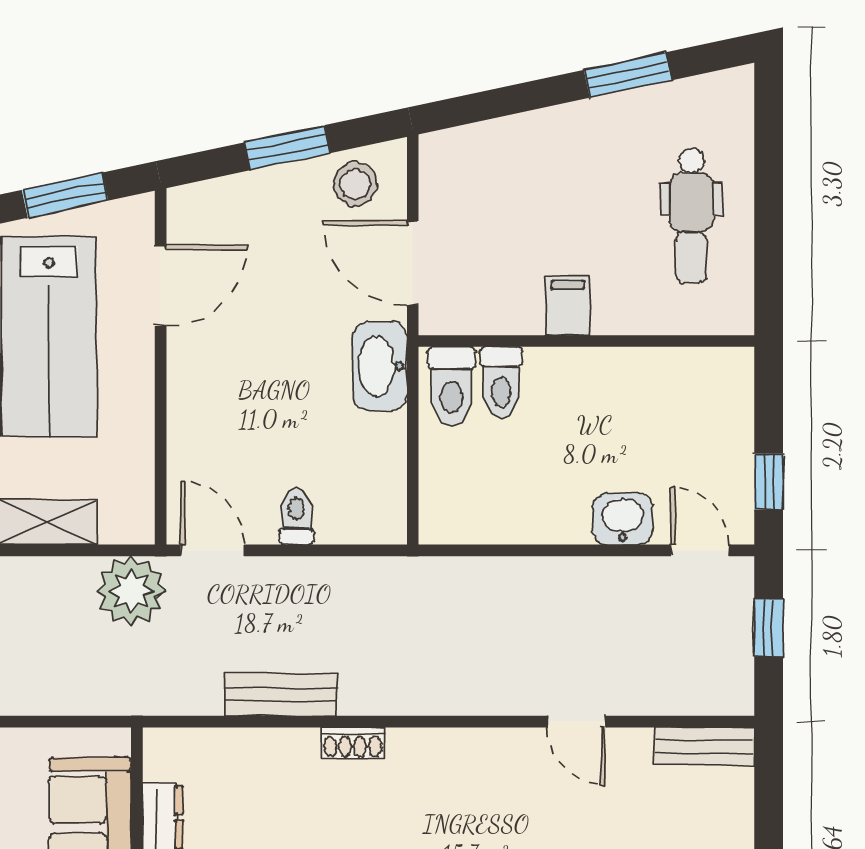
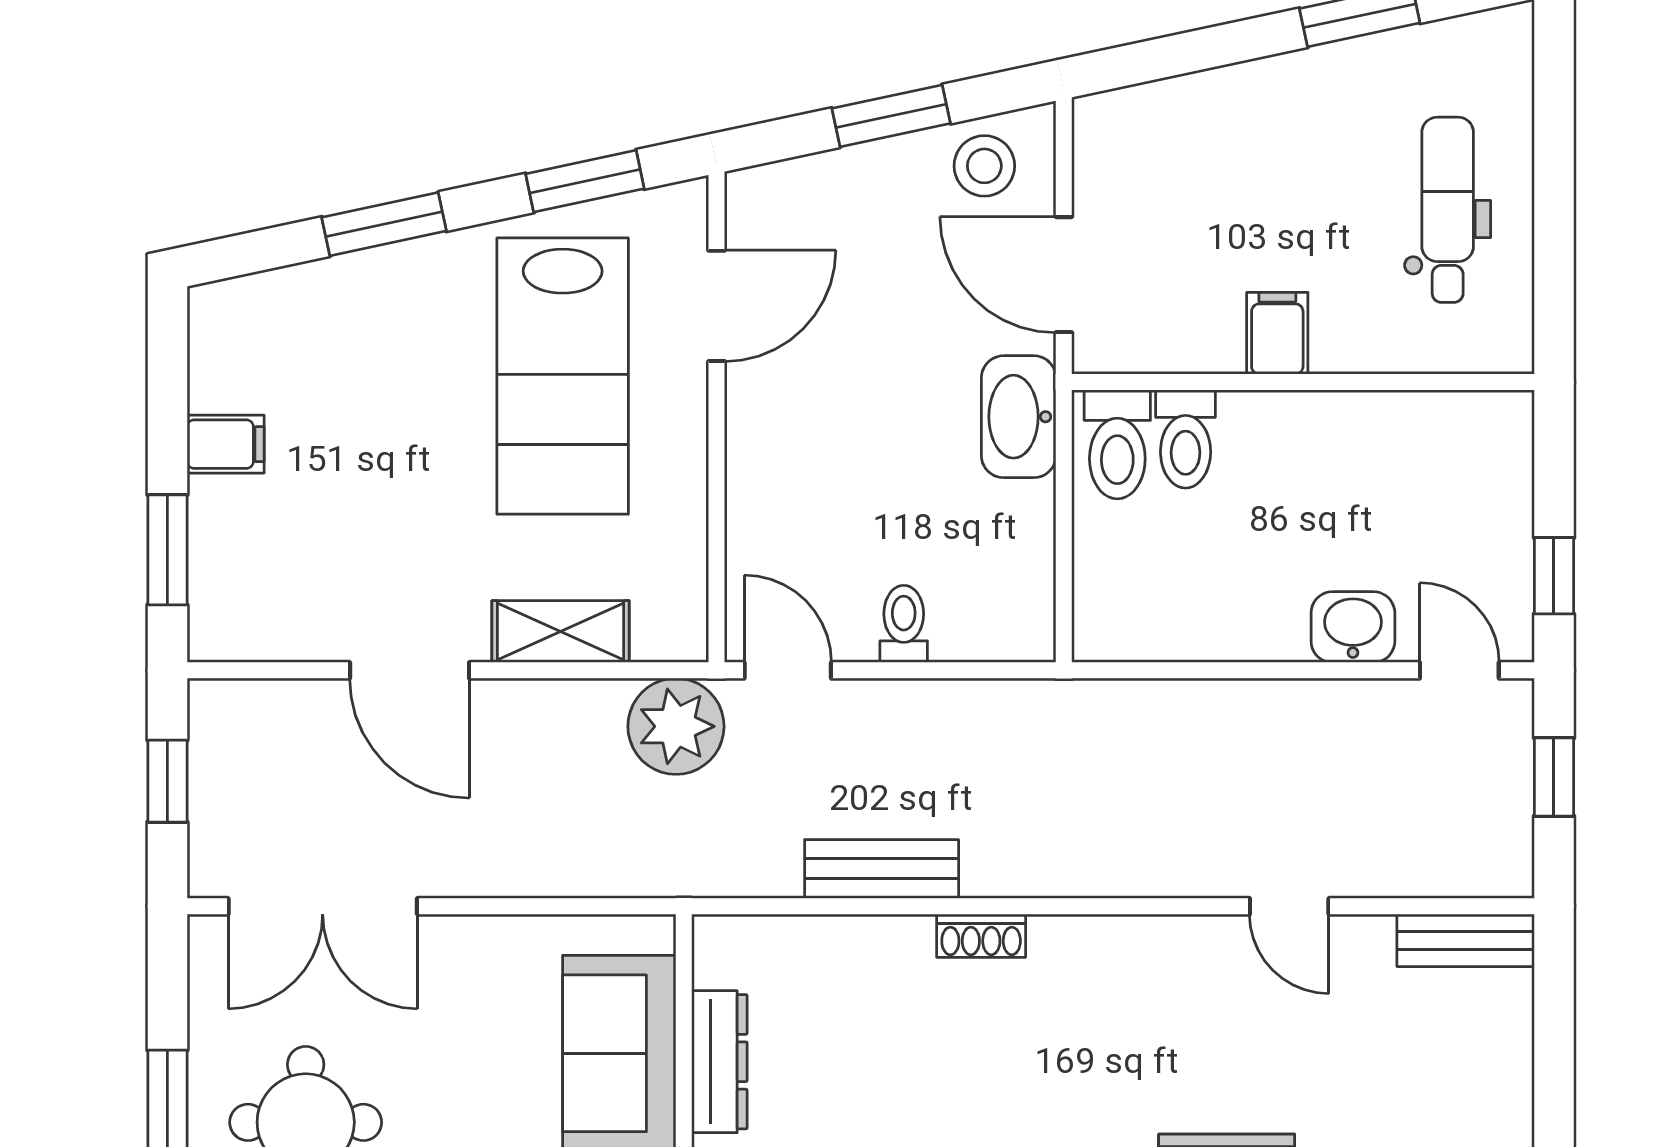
dental chair: (691, 216) -> (1448, 210), turned 180

